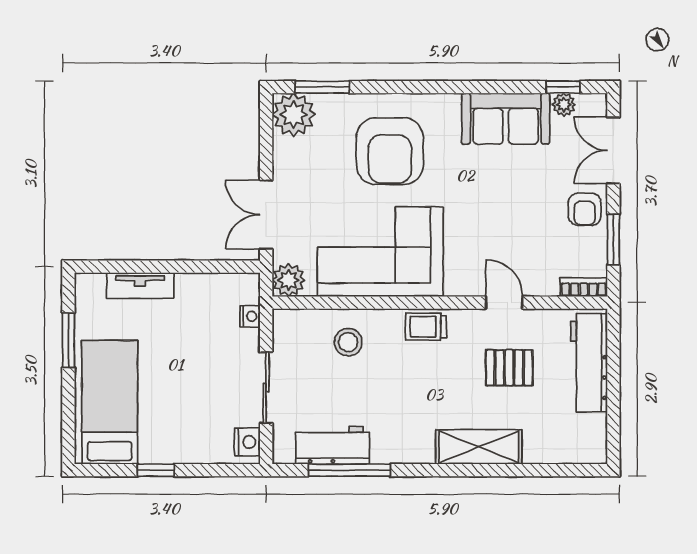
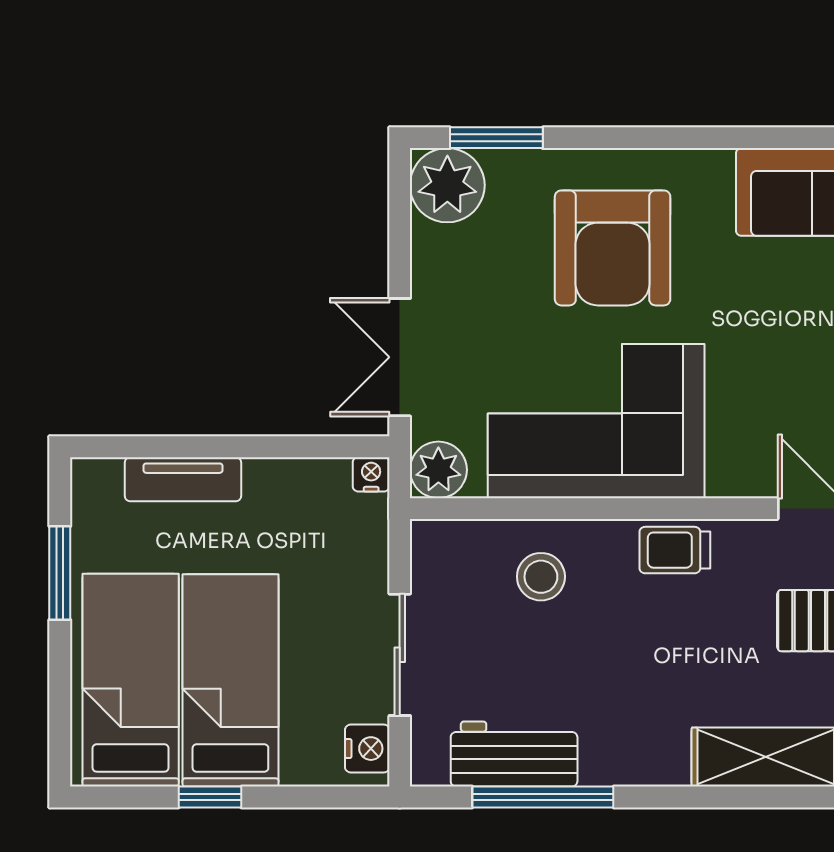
nightstand: (250, 316) -> (371, 474), moved, turned -90
bed: (168, 402) -> (230, 680), added

